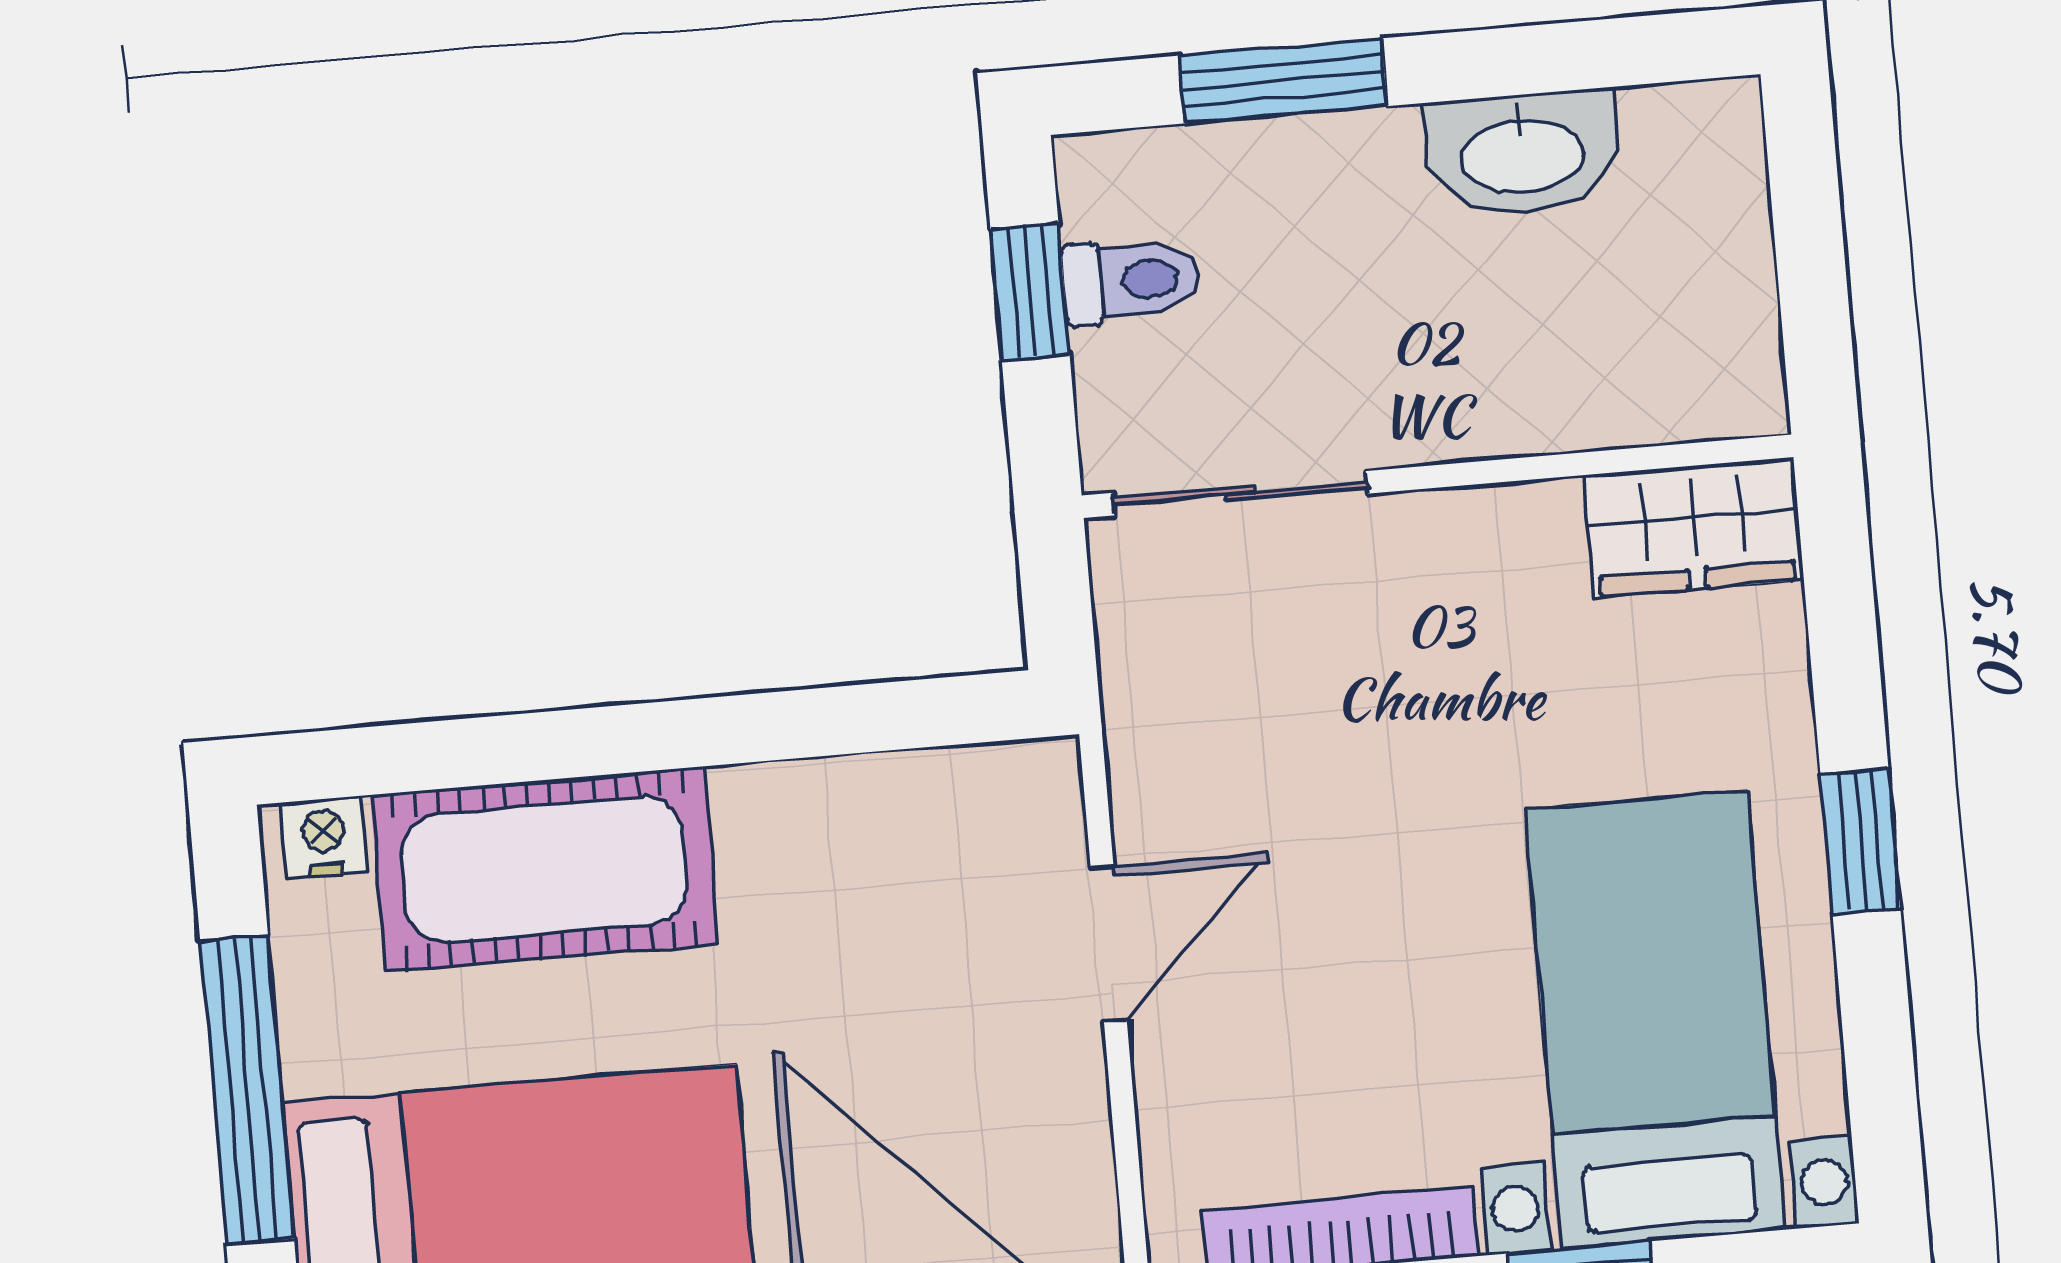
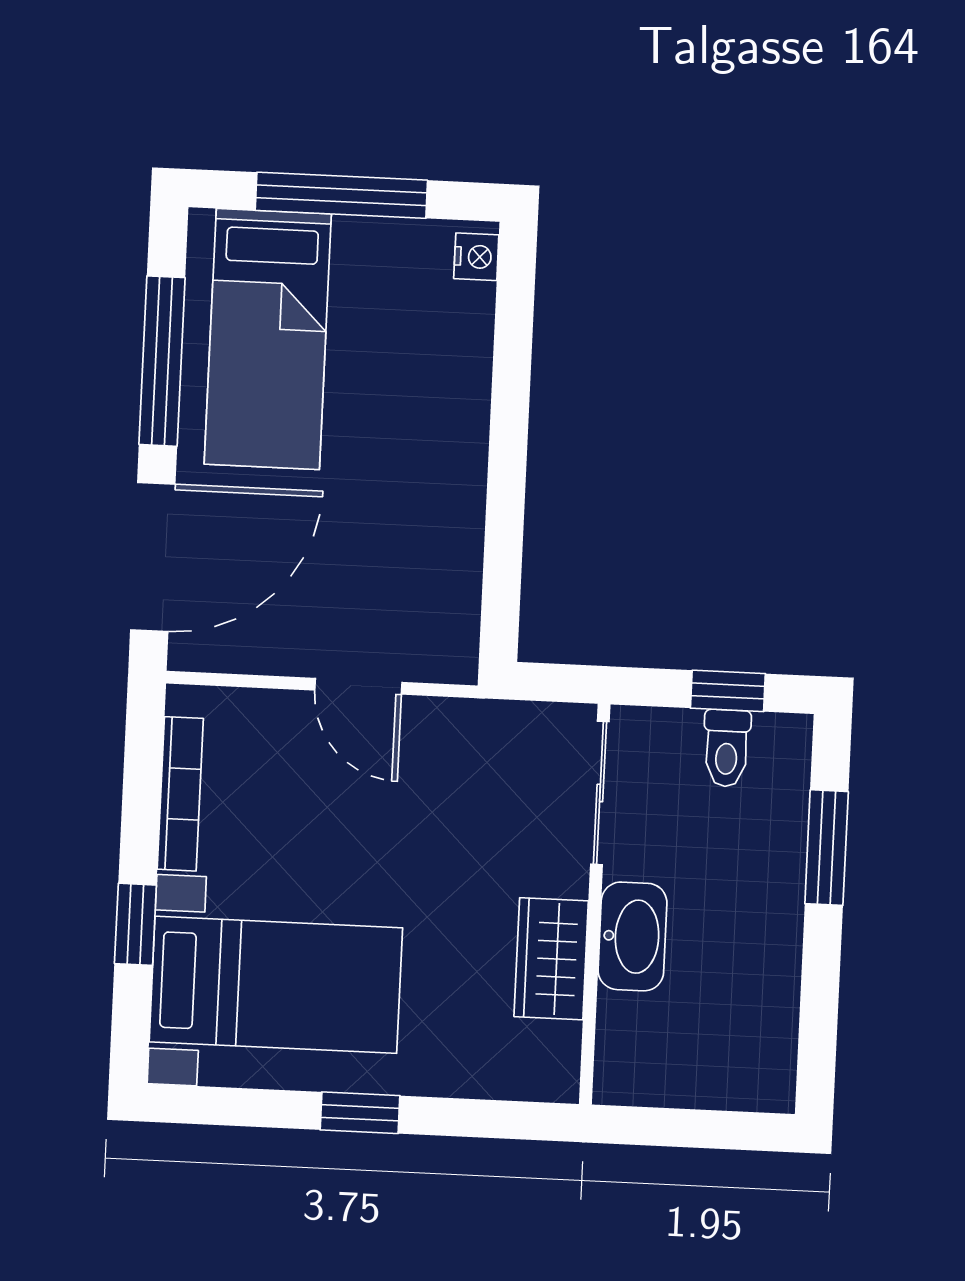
washbasin: (1522, 153) -> (632, 936), moved, turned 180
wardrobe: (1693, 527) -> (551, 959), moved
cot: (544, 869) -> (442, 377), removed

